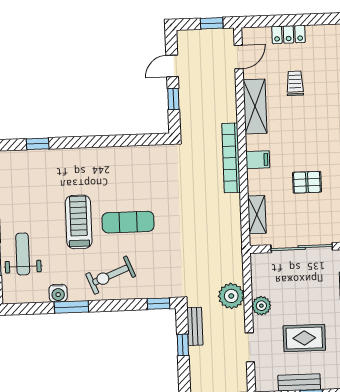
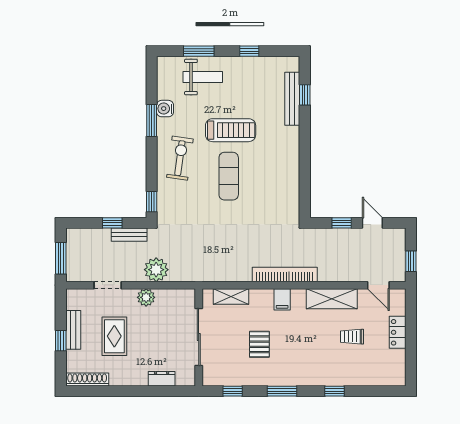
trolley: (295, 83) -> (352, 337), turned 180
bench: (42, 157) -> (292, 99), added
exercise bike: (111, 275) -> (180, 158), turned 30

